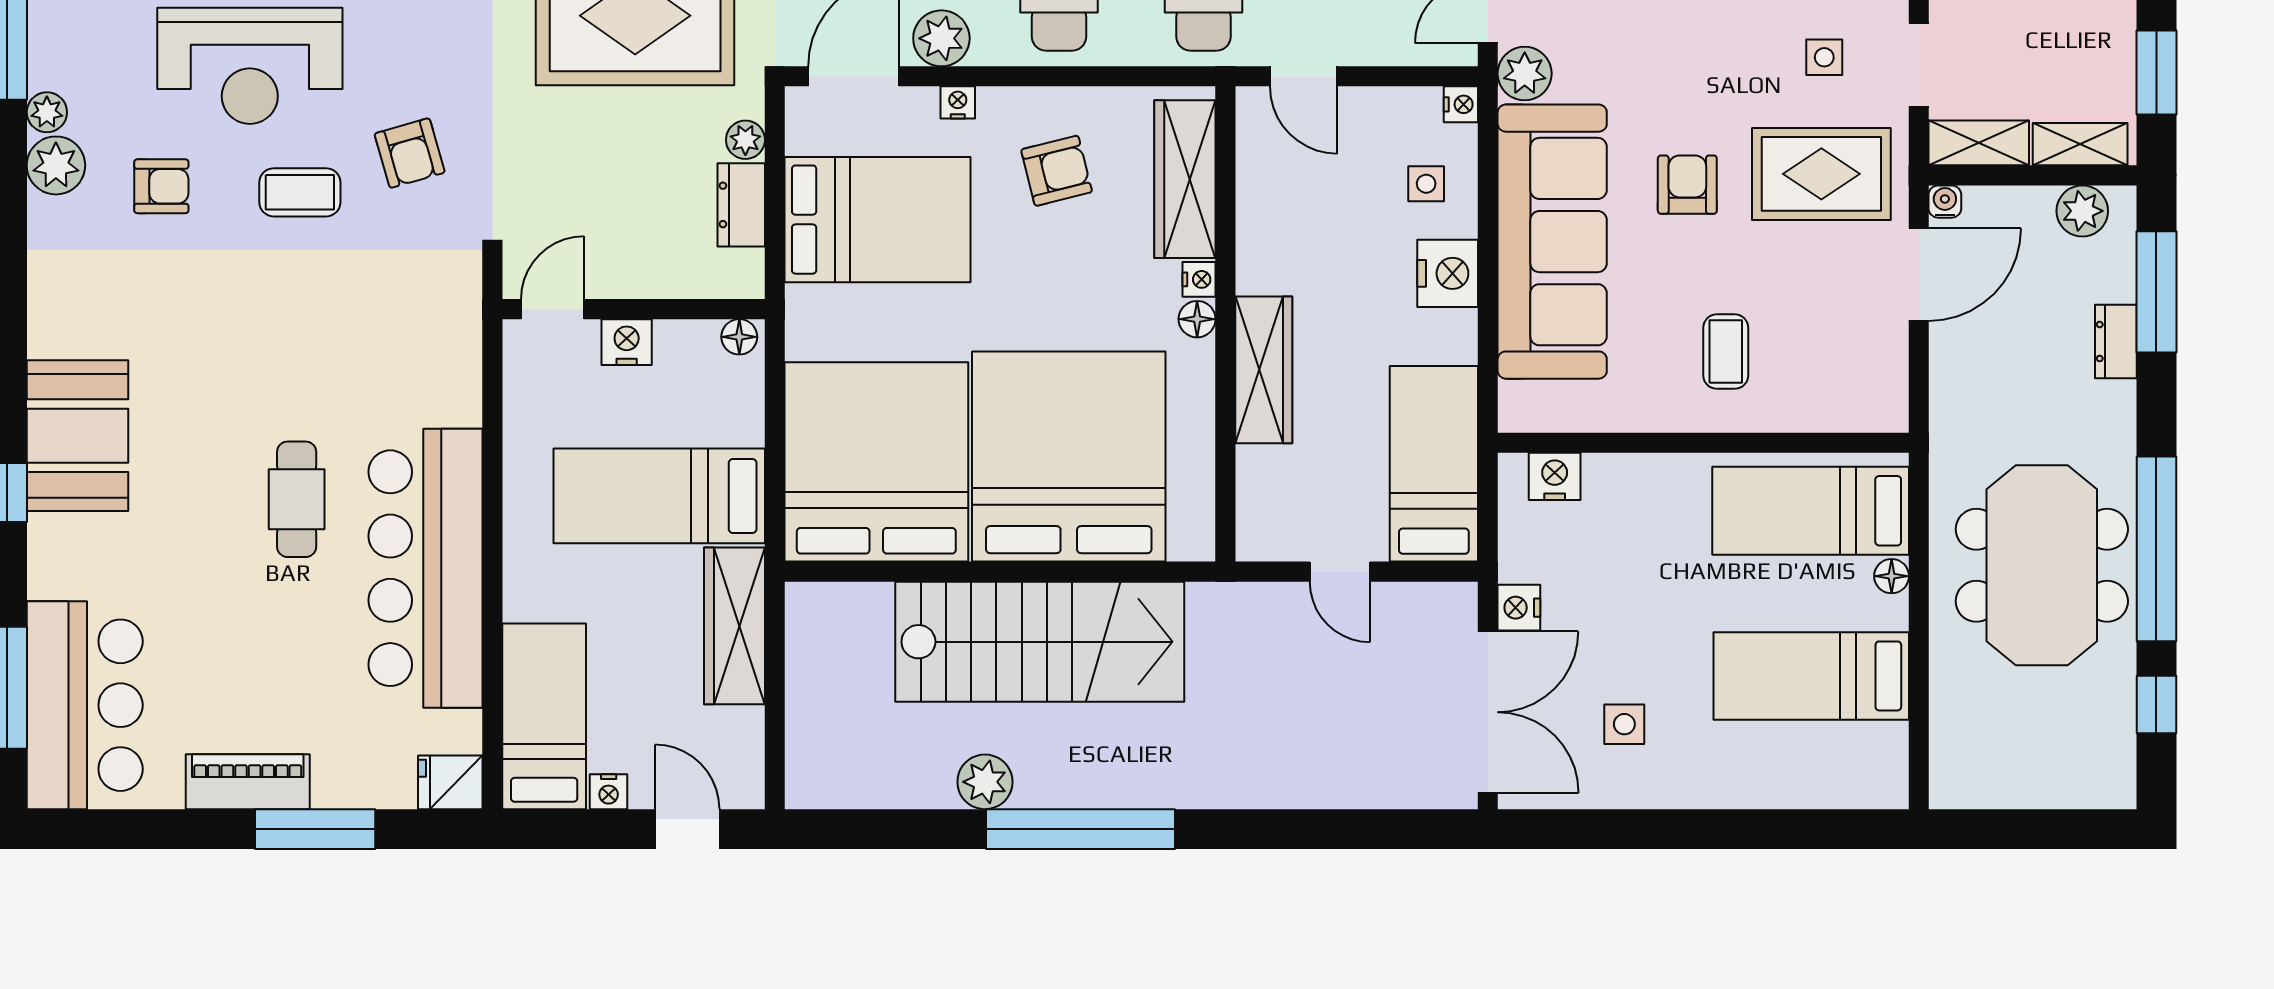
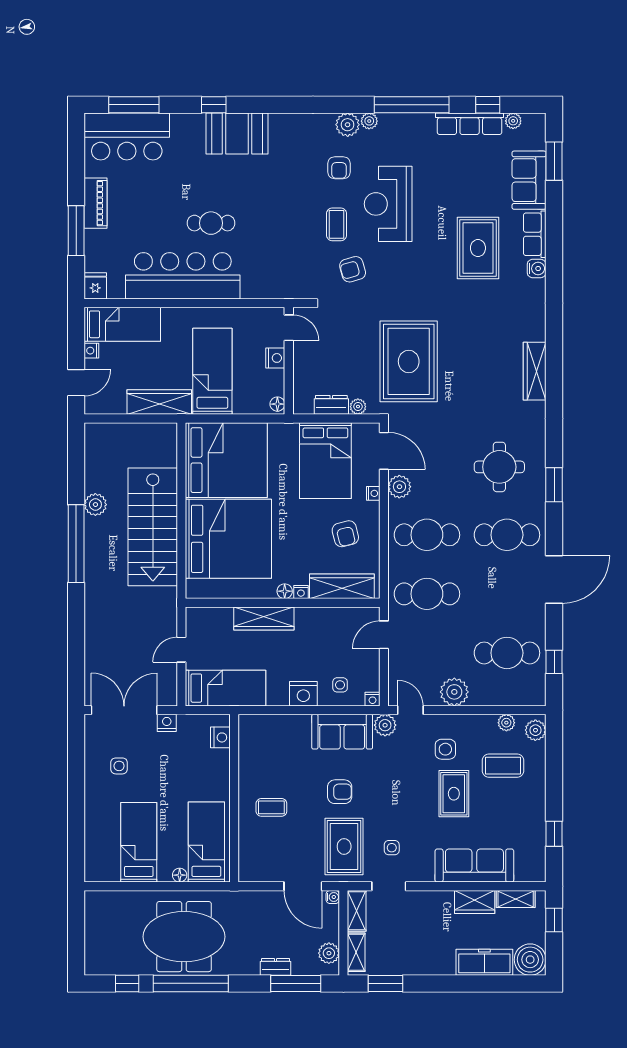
sofa: (1552, 242) -> (342, 732), width x0.54, depth x0.79
double door: (1488, 712) -> (124, 710), swing flipped

